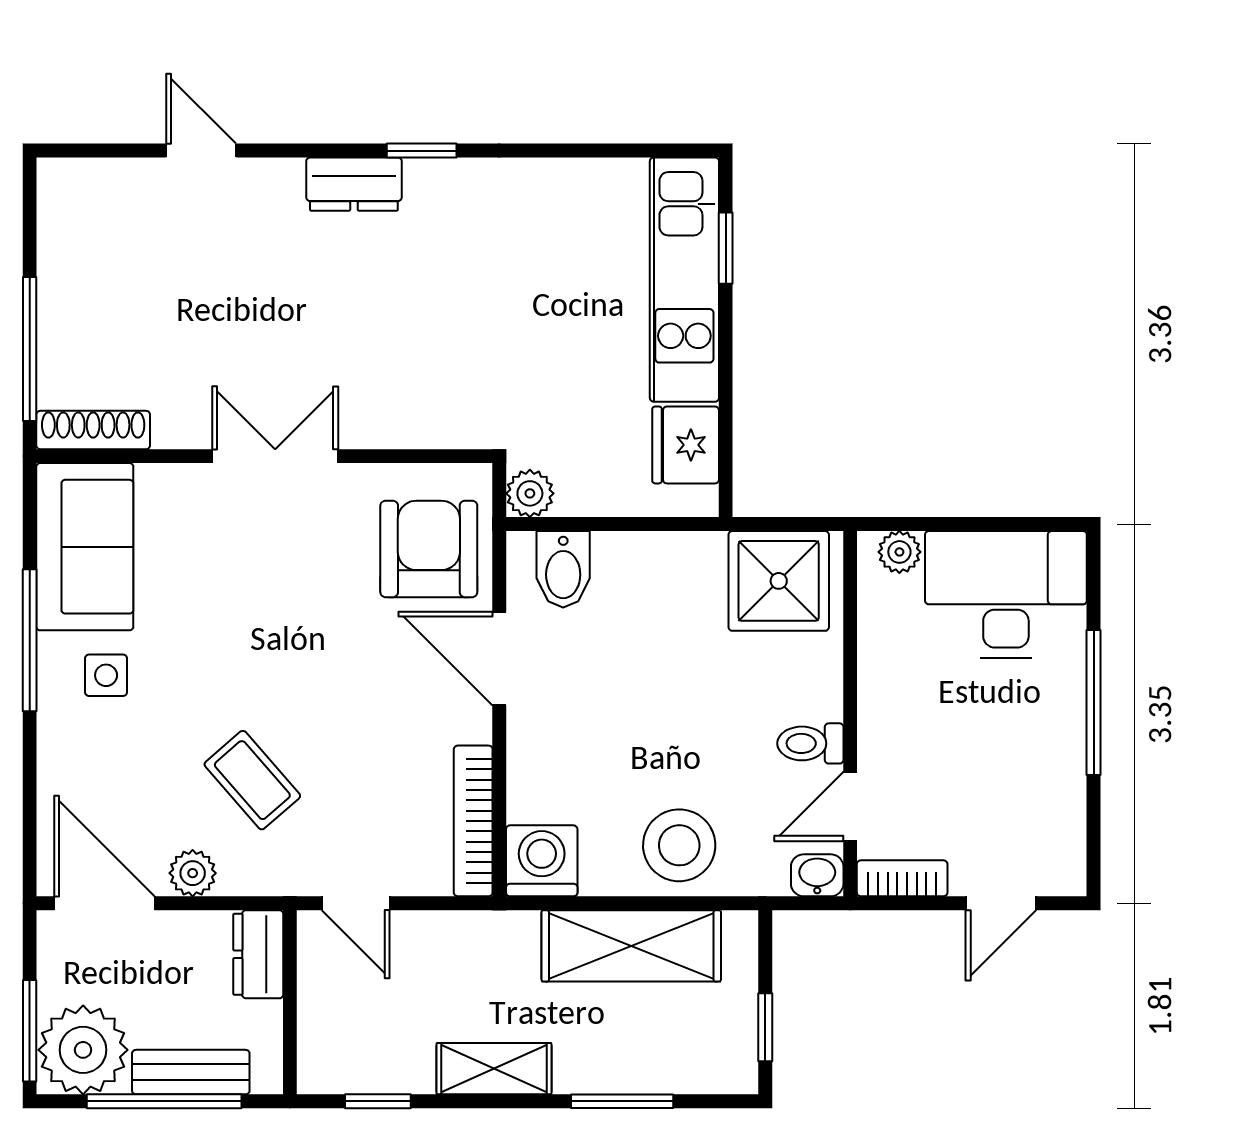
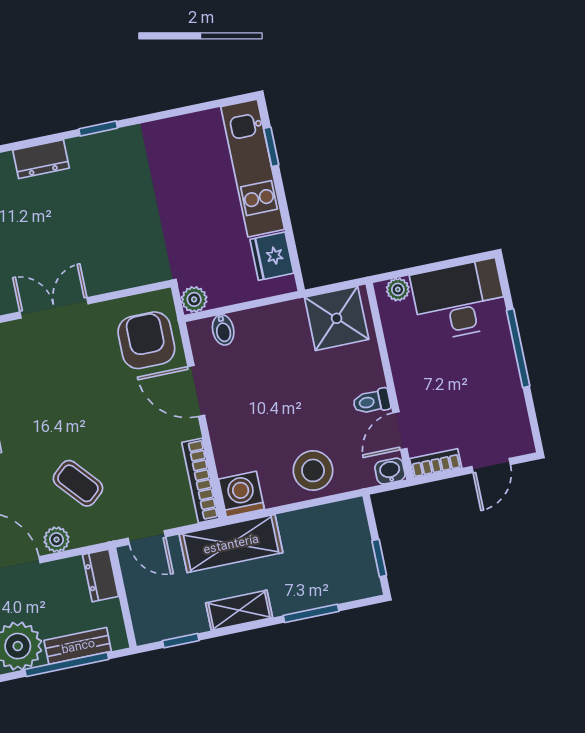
dresser: (354, 184) -> (41, 159), moved
bidet: (563, 569) -> (223, 330), width x0.72, depth x0.74
shelving: (631, 946) -> (231, 544), moved

